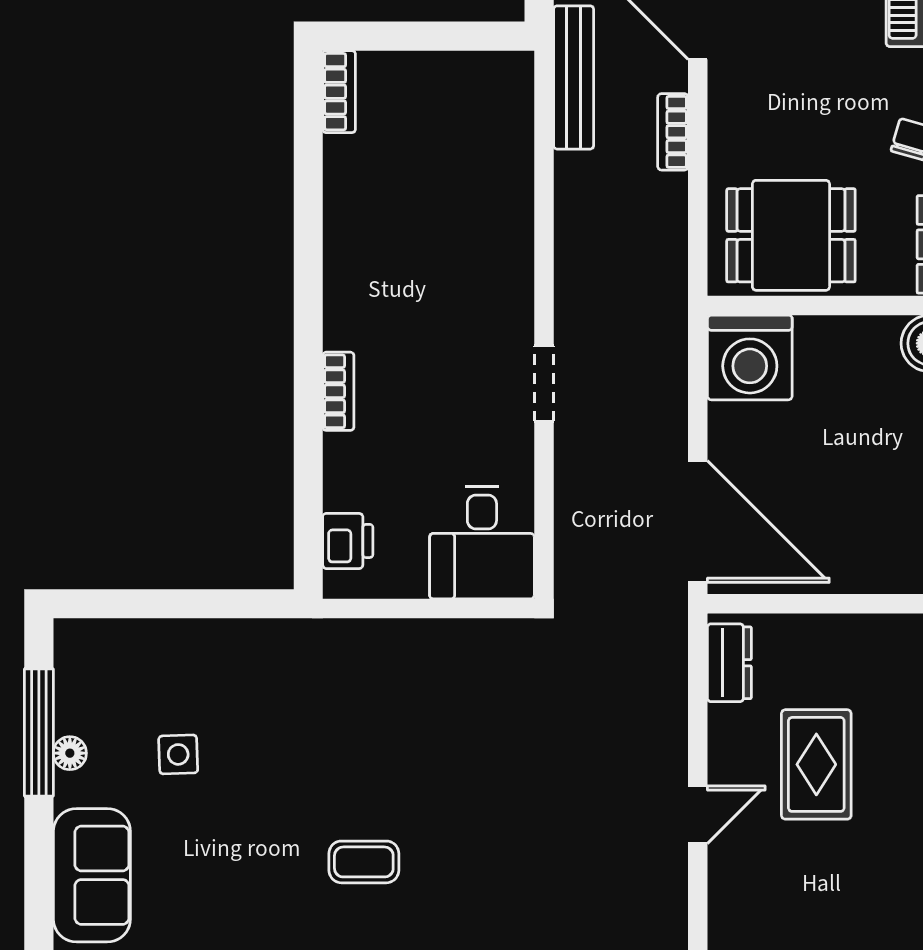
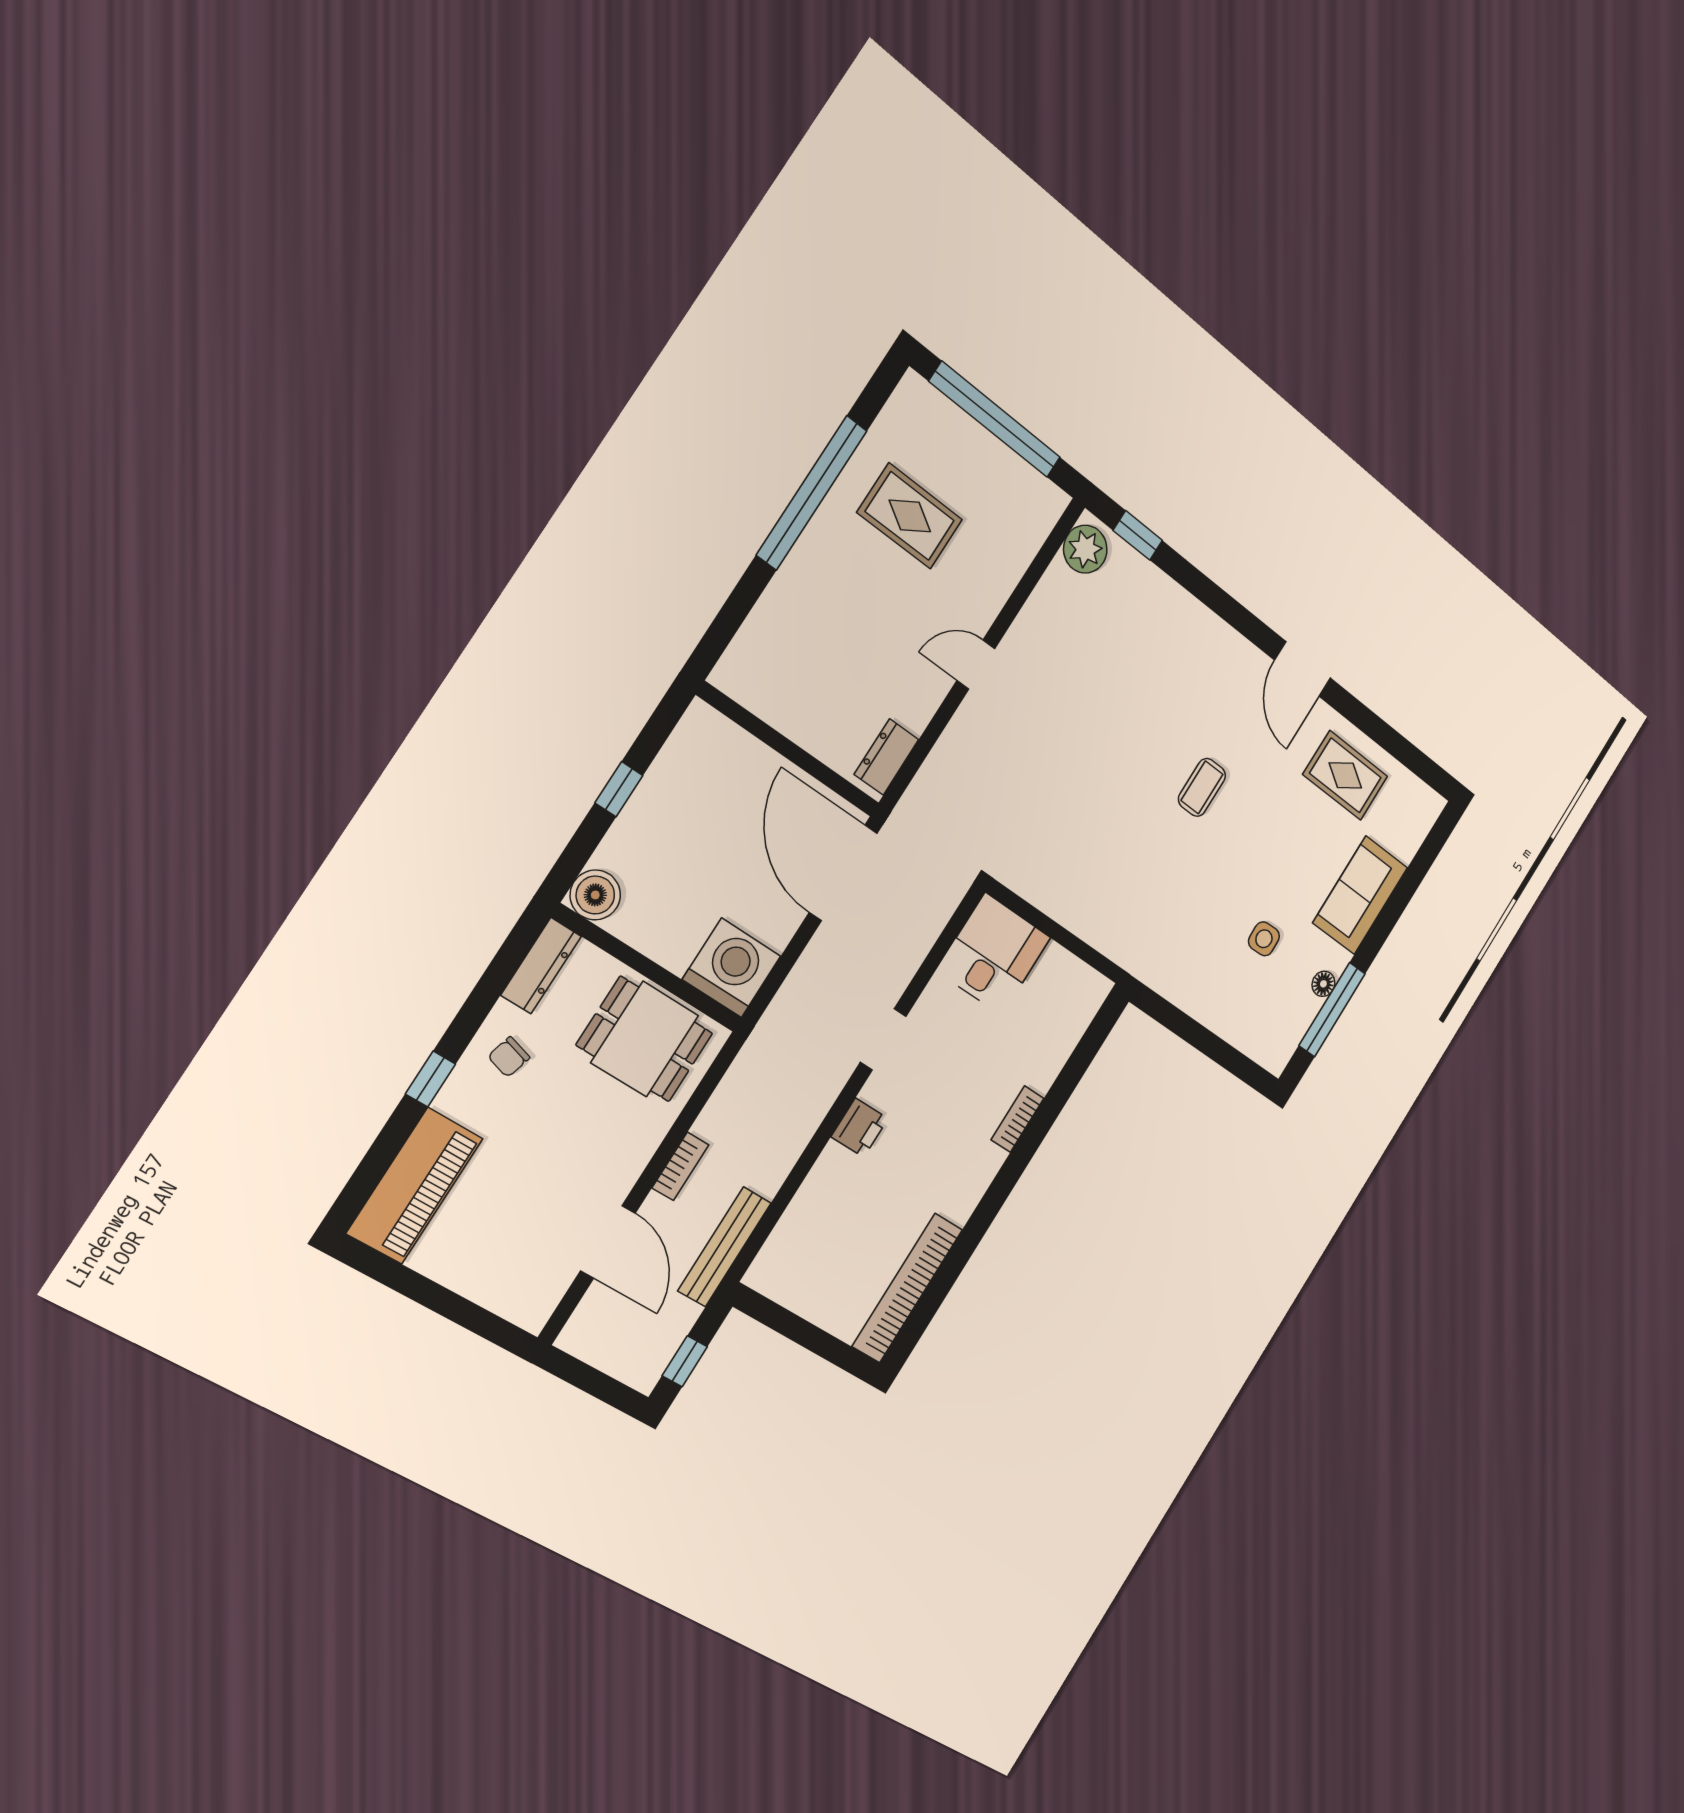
bookcase: (339, 92) -> (907, 1288), width x2.31, depth x1.31
printer: (348, 541) -> (860, 1128), moved, turned 180
rug: (816, 764) -> (910, 516), moved, turned 90
coffee table: (364, 862) -> (1202, 787), turned 90

